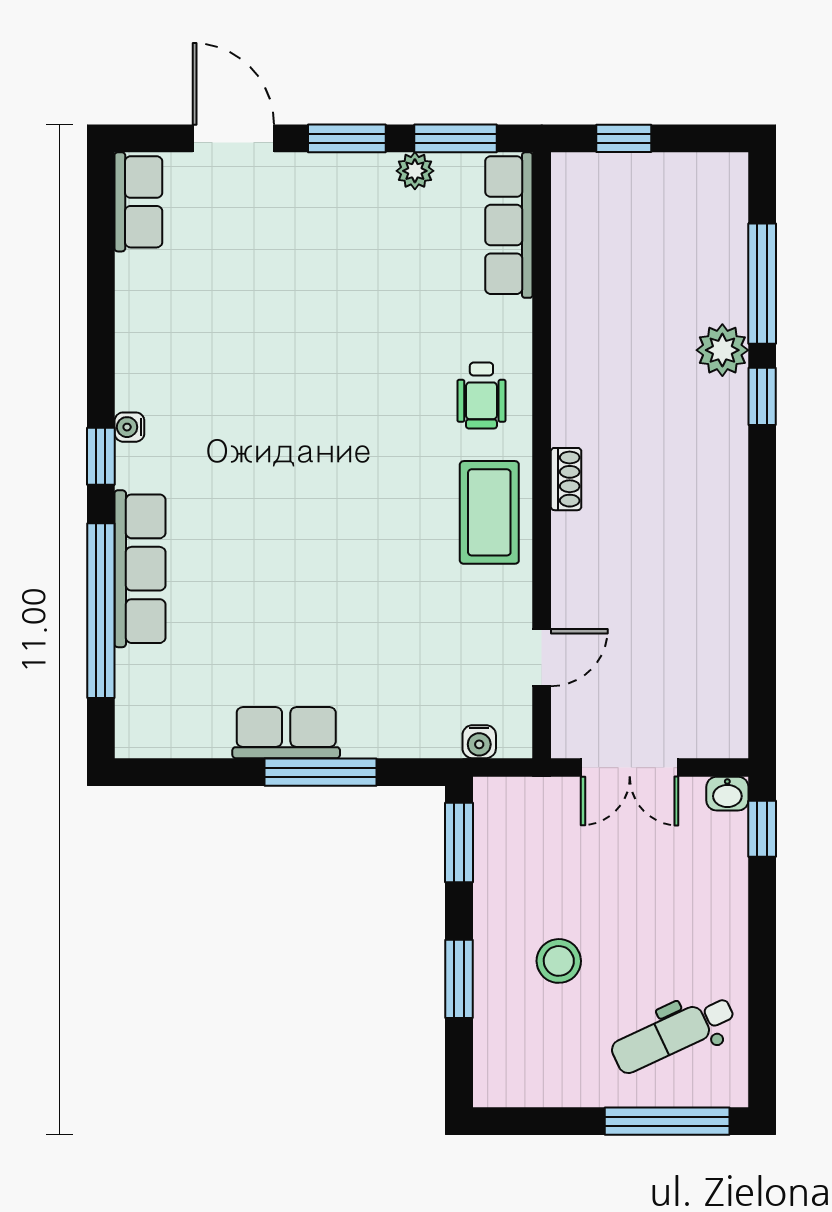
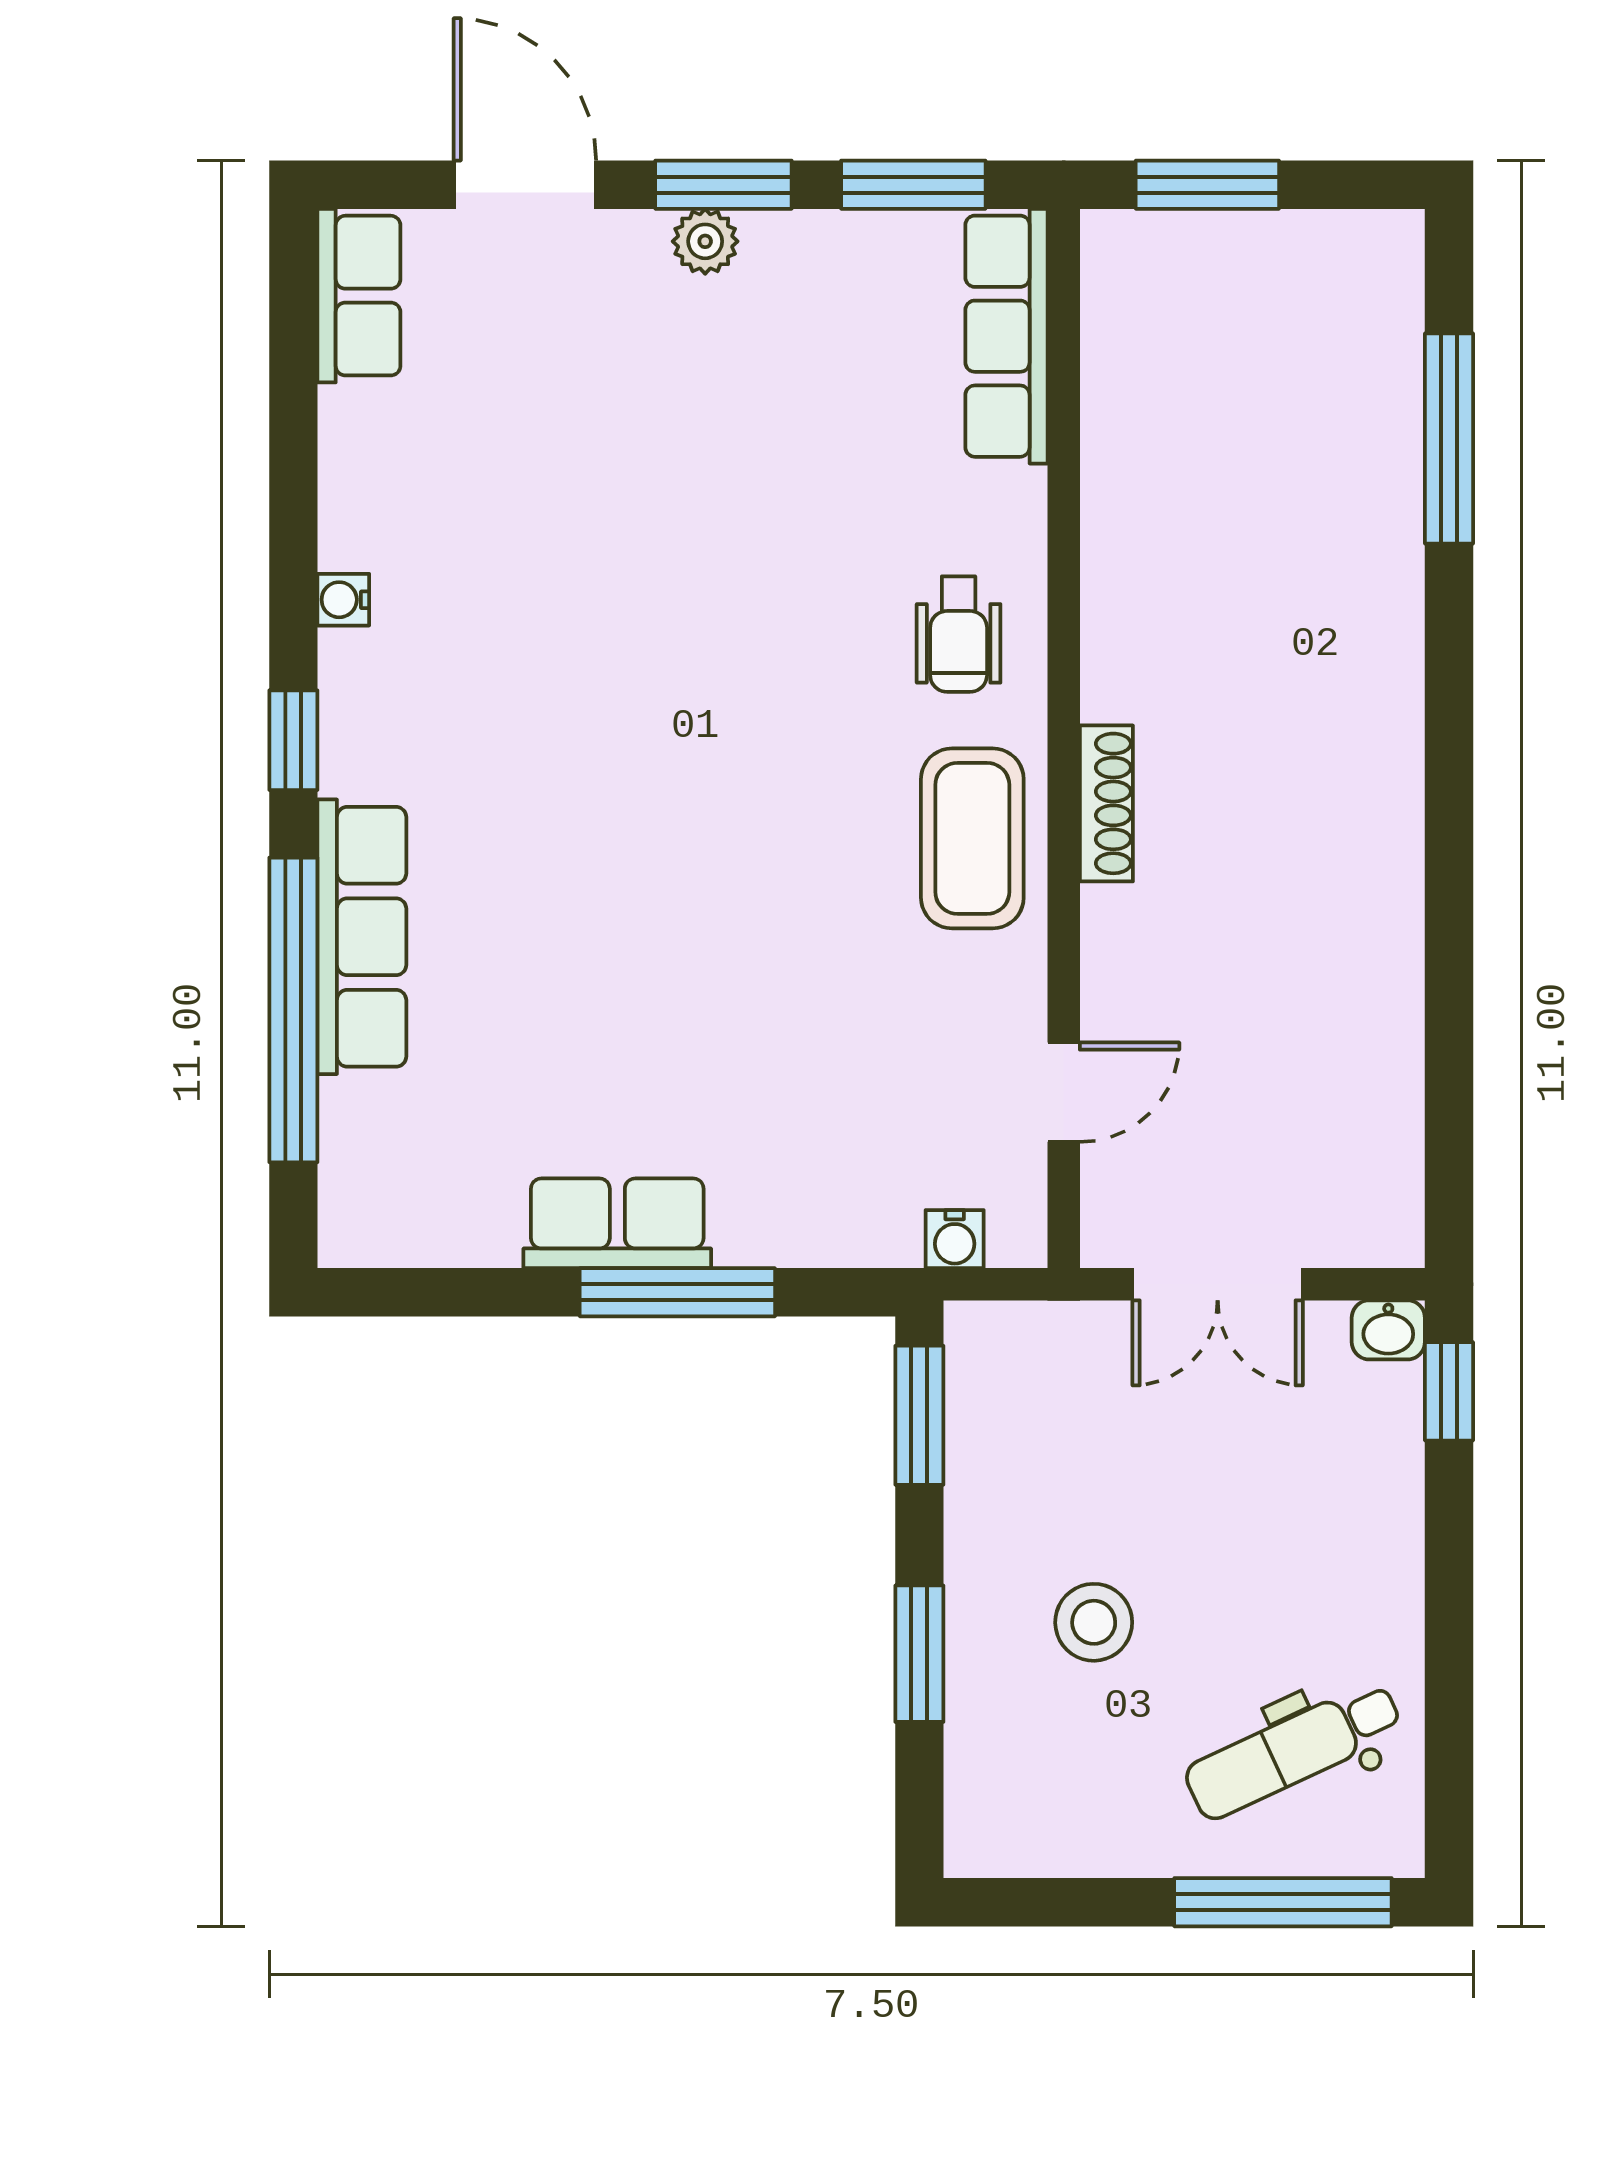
window: (624, 138) -> (1207, 185), width x1.50
plant: (415, 171) -> (705, 241), moved
plant: (722, 350) -> (1379, 555), removed
window: (762, 396) -> (1449, 636), removed
water cooler: (129, 427) -> (343, 600), moved
shoe rack: (566, 479) -> (1106, 803), width x1.43

